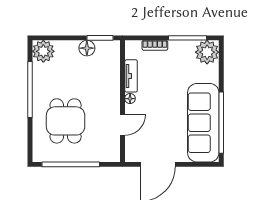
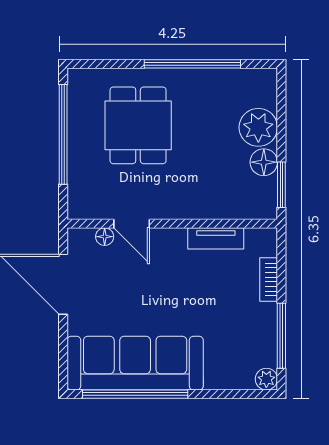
plant: (43, 51) -> (258, 127), moved
plant: (207, 52) -> (266, 379), width x0.53, depth x0.53
floor lamp: (130, 99) -> (105, 237), moved
dining table: (66, 121) -> (138, 125), turned 90

